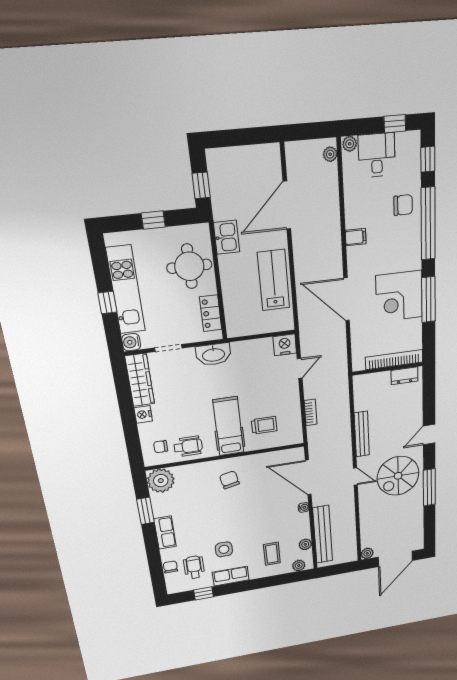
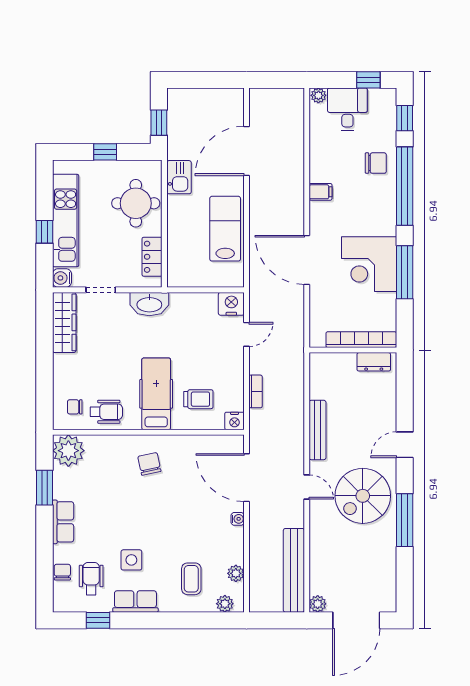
plant: (330, 154) -> (297, 104), removed
nightstand: (143, 414) -> (234, 421), moved, turned -90
bench: (323, 535) -> (294, 570), moved

